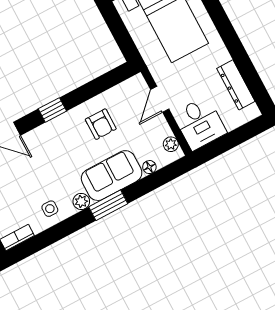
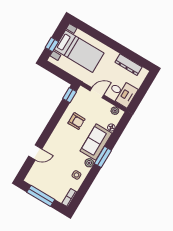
door: (160, 99) -> (97, 93), swing flipped
window: (52, 110) -> (70, 95), moved

